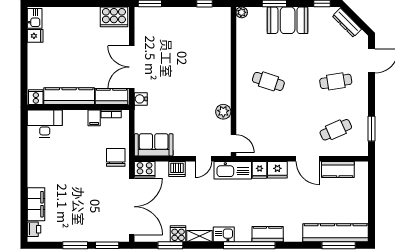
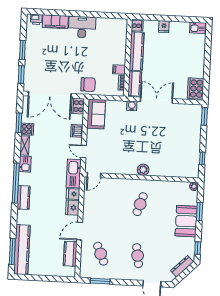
fridge: (35, 36) -> (164, 27), moved
plant: (223, 112) -> (143, 170), moved
desk: (45, 124) -> (82, 27), moved, turned -90

